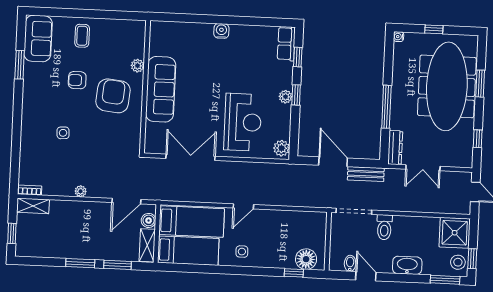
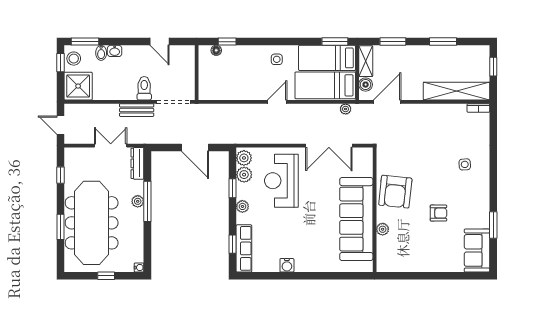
water cooler: (221, 31) -> (287, 265), moved
coffee table: (82, 36) -> (436, 255), removed
row of seats: (286, 44) -> (244, 248), width x1.48
sofa: (161, 89) -> (356, 219), width x1.36, depth x1.27
window: (296, 95) -> (233, 188), moved
armchair: (113, 96) -> (395, 192), moved
plant: (397, 107) -> (138, 201), added
plant: (282, 130) -> (244, 175), added
side table: (63, 133) -> (465, 164), moved
bench: (366, 174) -> (137, 110), moved
plant: (81, 191) -> (346, 109), moved
shelving: (33, 206) -> (456, 91), width x2.20, depth x1.33
floor lamp: (306, 259) -> (216, 50), width x0.53, depth x0.53
window: (80, 263) -> (443, 42), moved
bidet: (350, 263) -> (101, 53), moved
washbasin: (407, 265) -> (115, 51), width x0.52, depth x0.69
window: (179, 268) -> (335, 42), added

